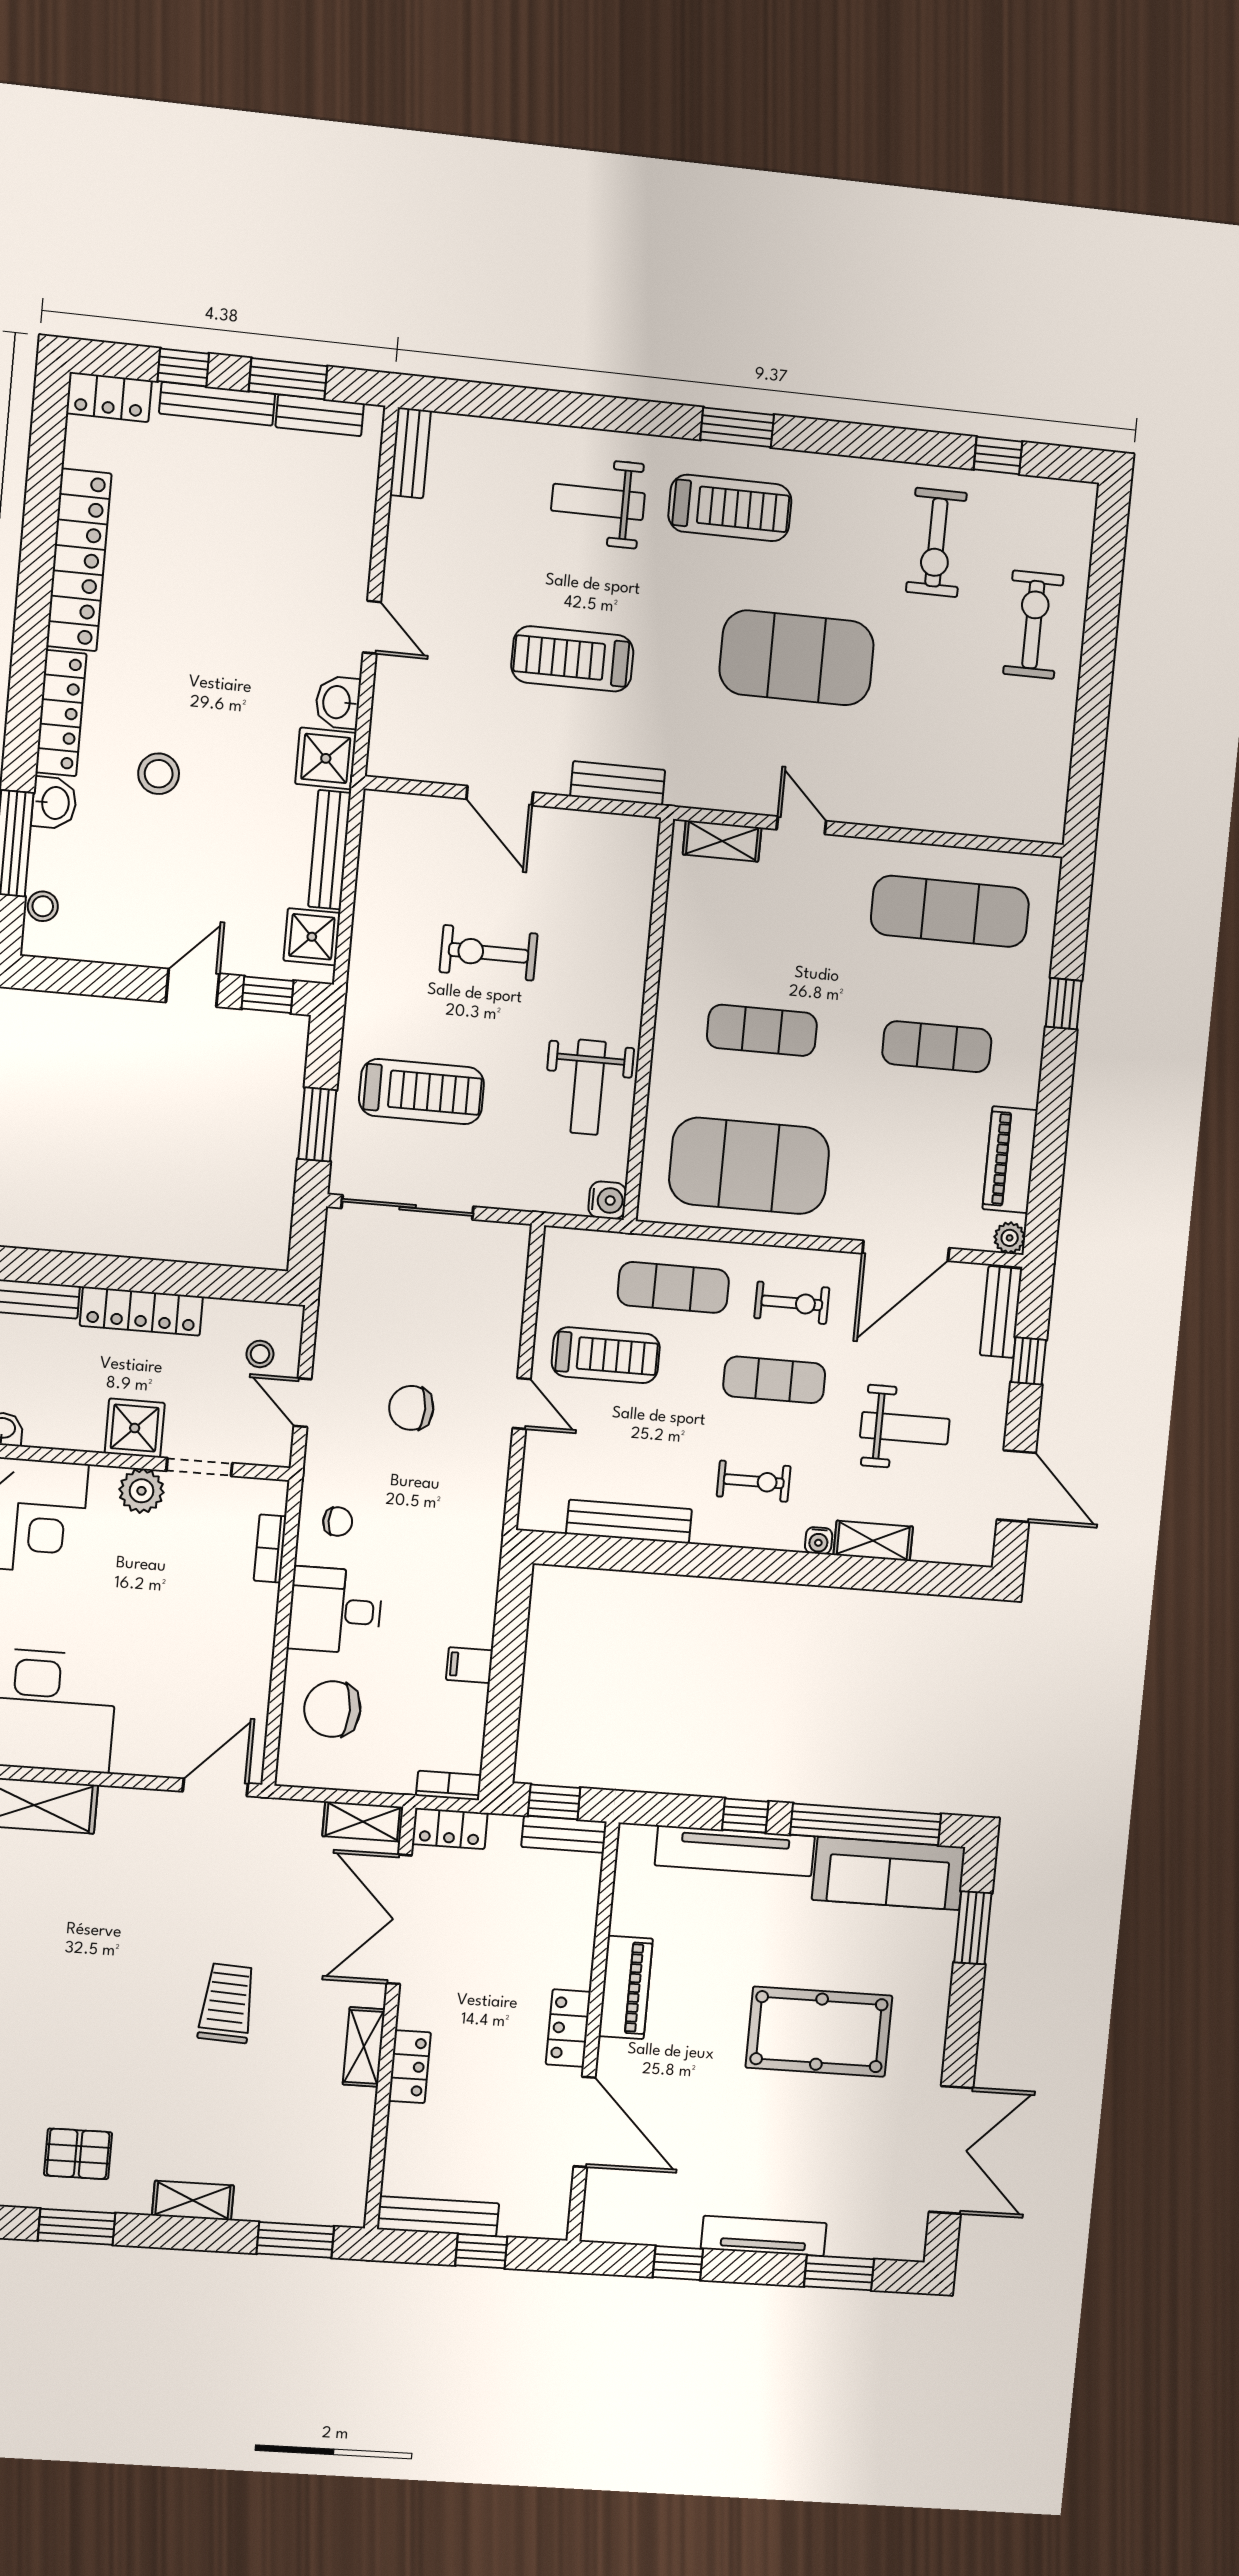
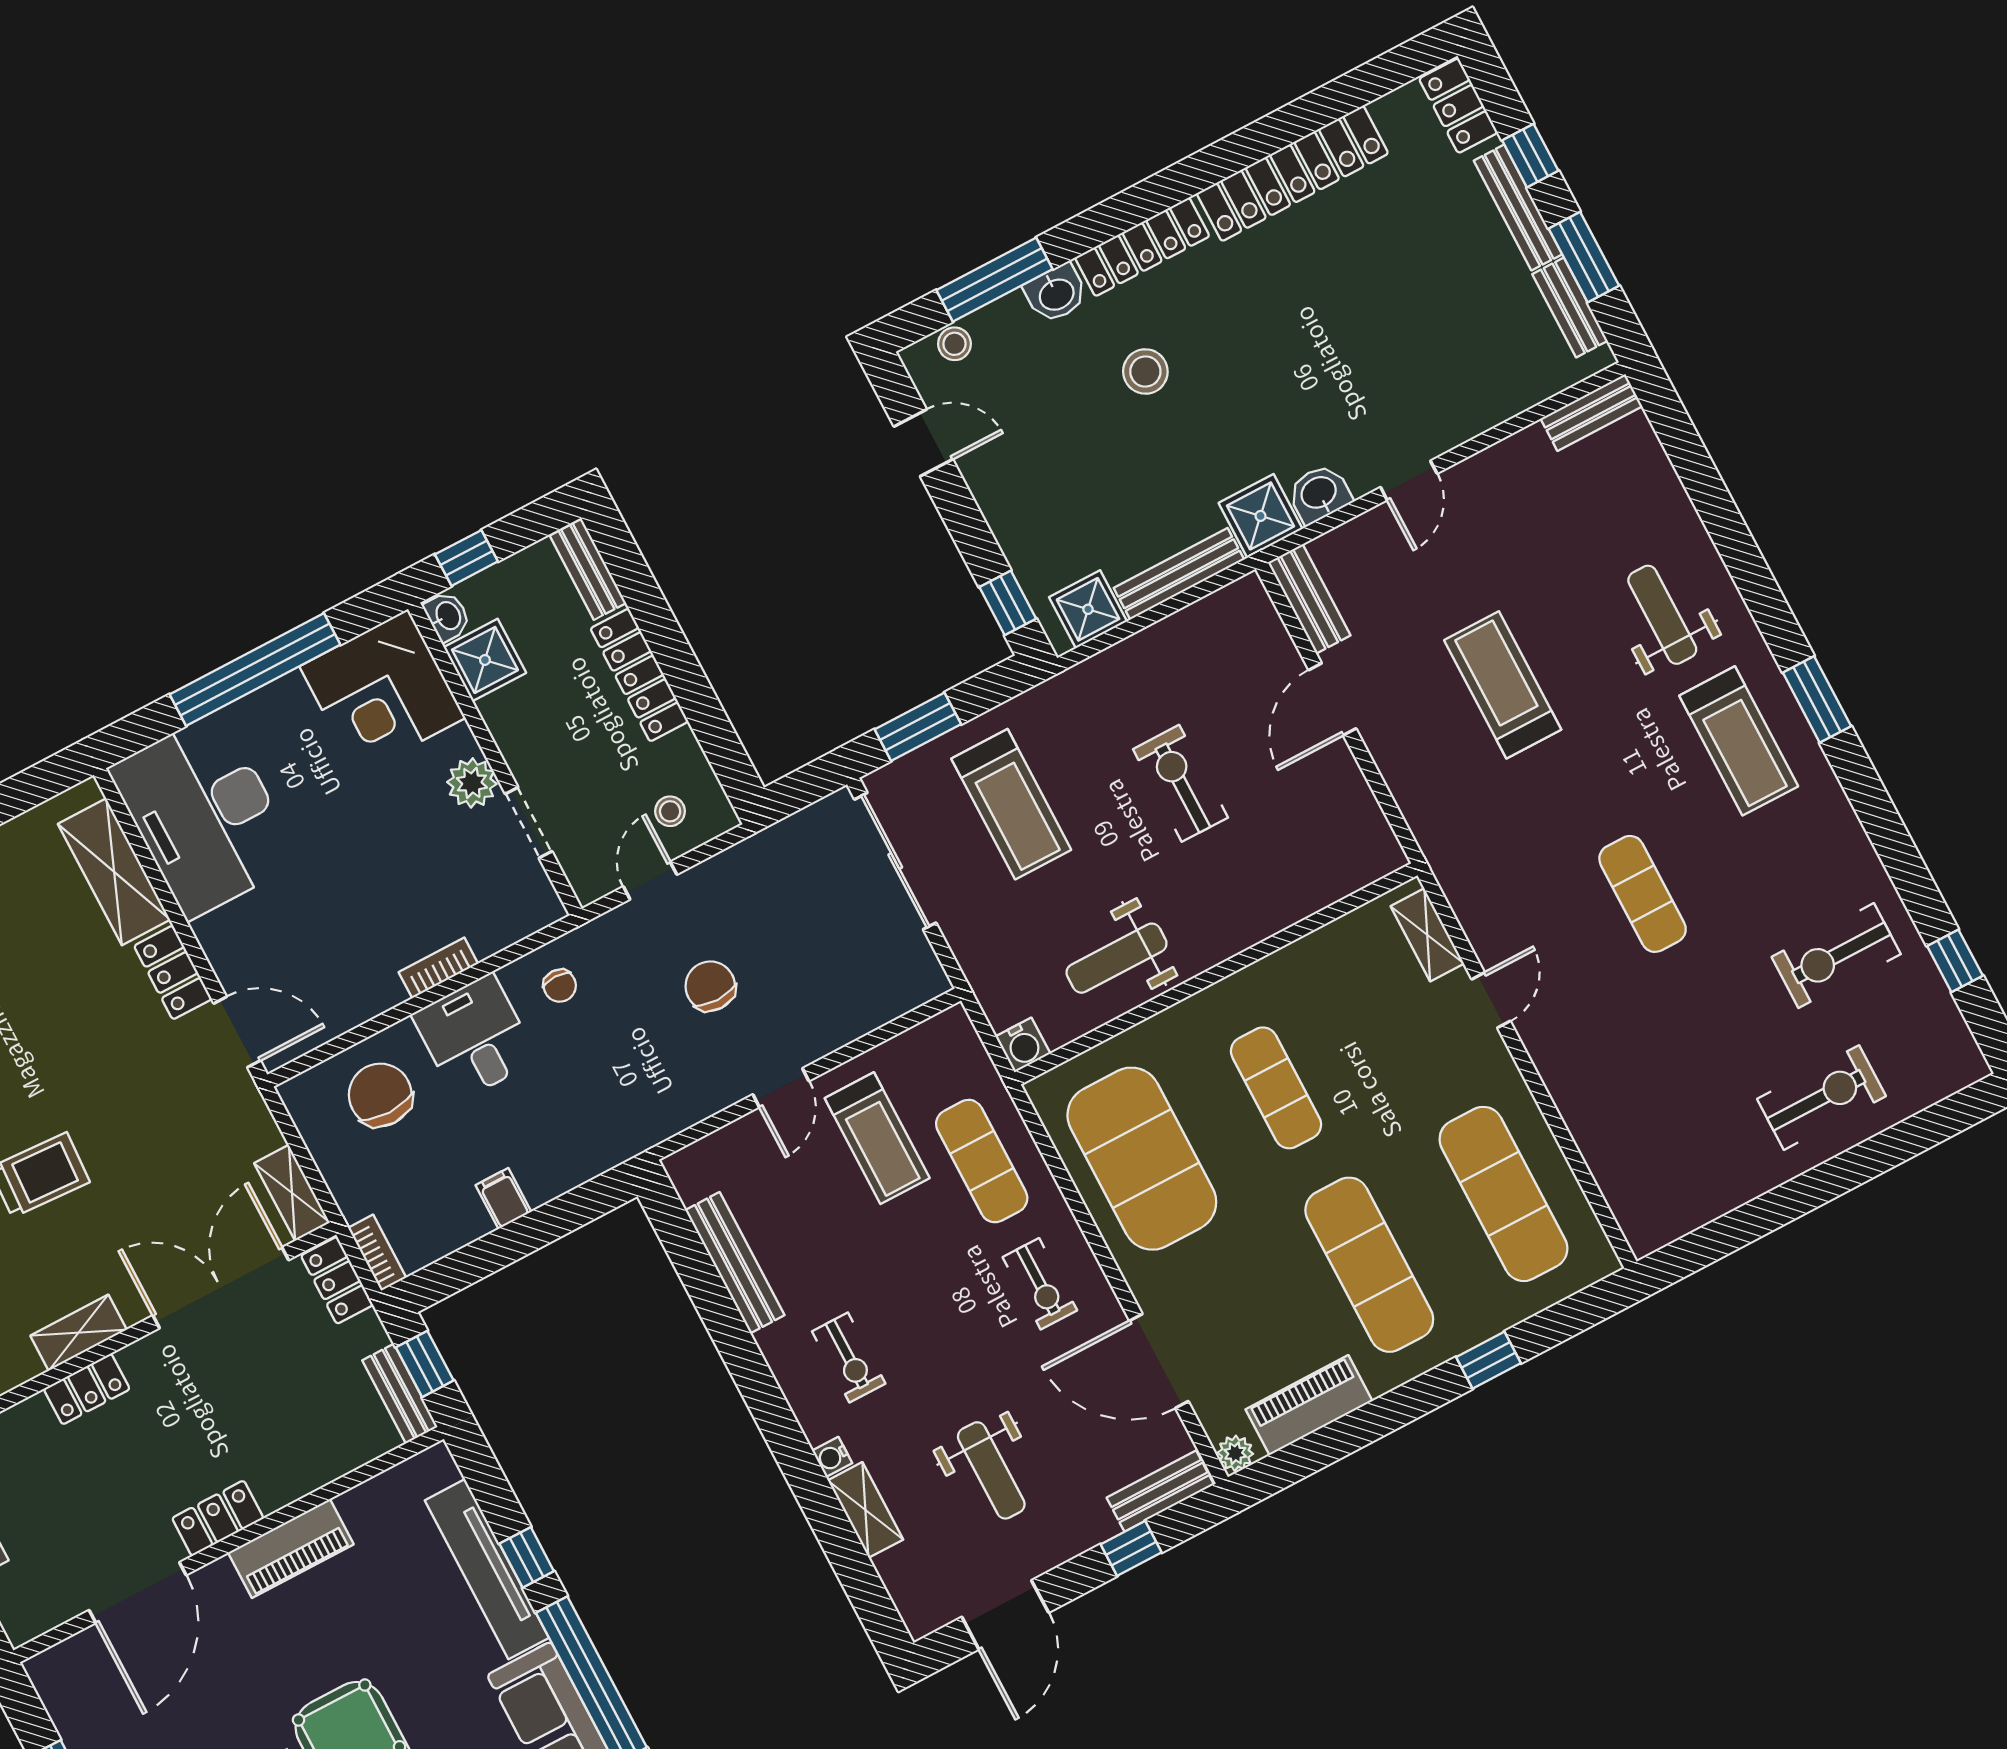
exercise mat: (797, 658) -> (1643, 894), width x0.50, depth x0.69
bench: (618, 783) -> (1309, 599), moved
door: (193, 988) -> (923, 443), moved
exercise mat: (937, 1047) -> (1369, 1265), width x1.36, depth x1.45
exercise mat: (774, 1380) -> (957, 1315), removed
shower: (135, 1428) -> (485, 660), moved
bookcase: (270, 1549) -> (438, 968), moved
locker: (139, 1808) -> (173, 972), added

